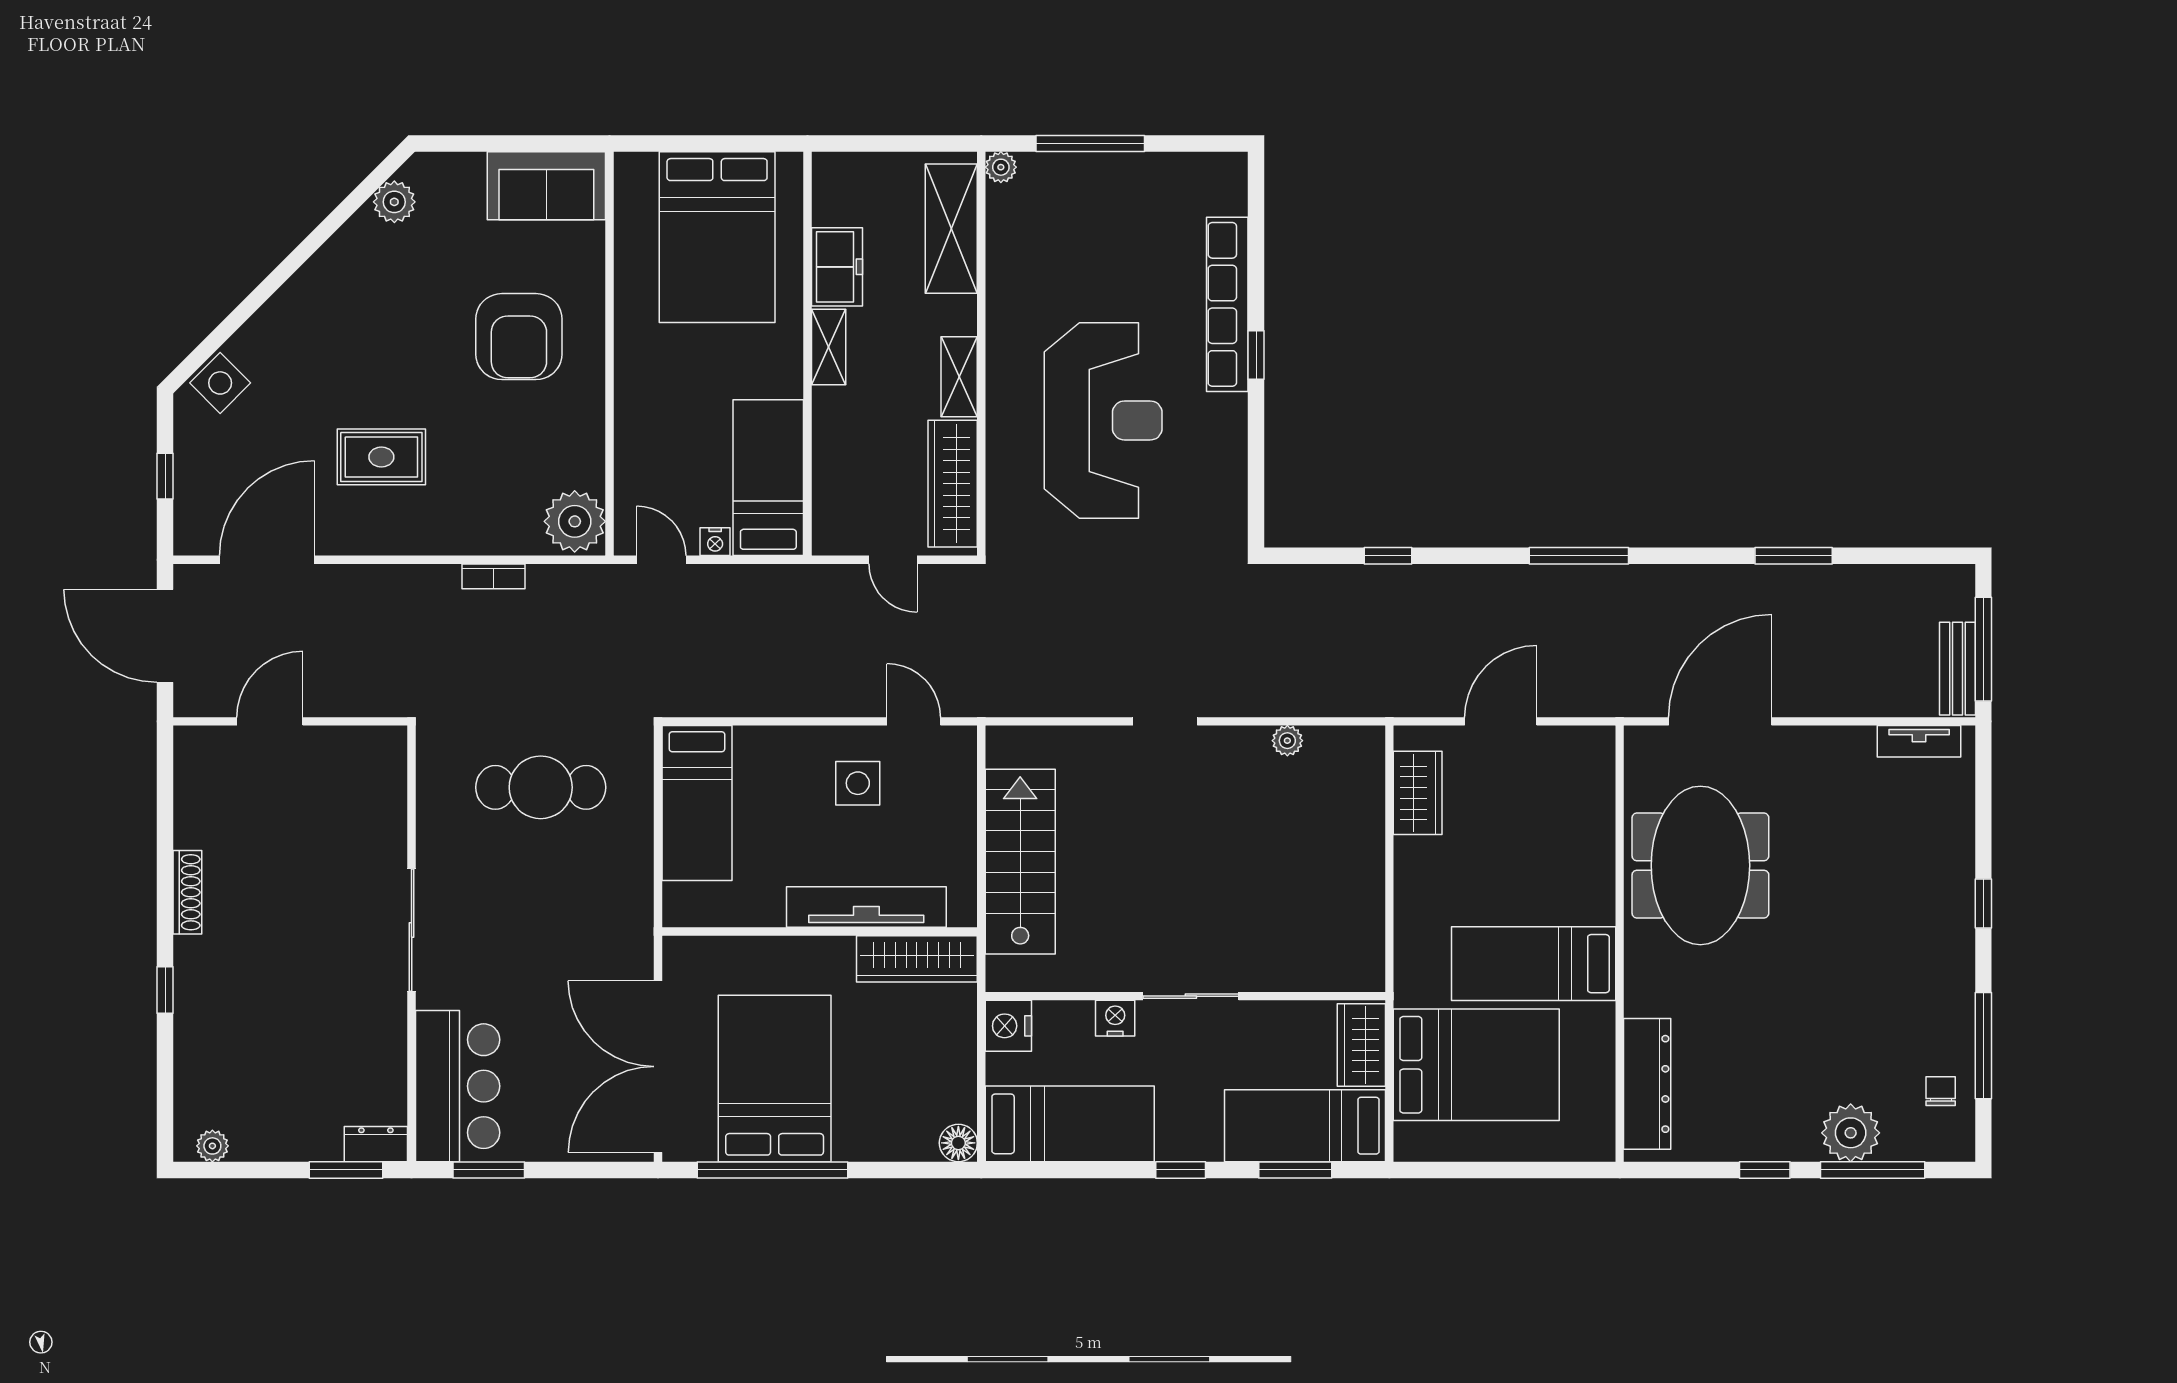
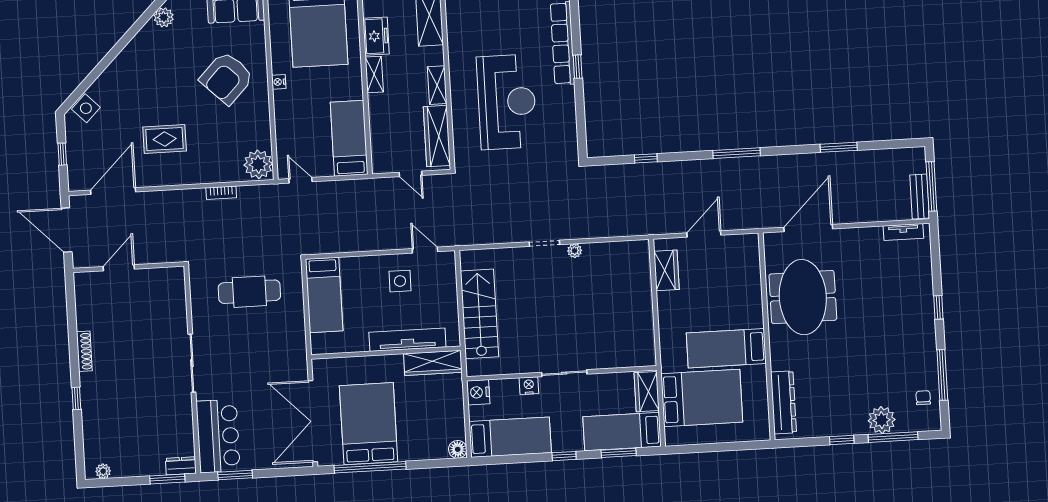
armchair: (519, 337) -> (227, 78), turned 44
nightstand: (715, 542) -> (279, 82), moved, turned 90
plant: (1287, 741) -> (575, 251), moved

